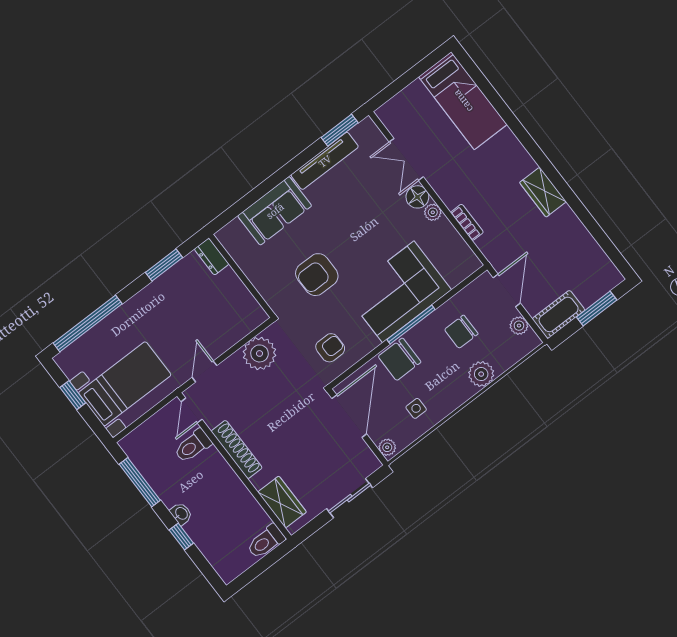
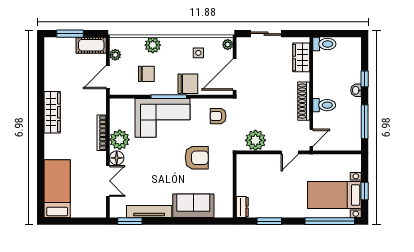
wardrobe: (543, 192) -> (52, 112), width x1.50
plant: (433, 212) -> (120, 140), width x1.88, depth x1.88
bookcase: (467, 222) -> (102, 133), width x1.56
bed with nightstands: (125, 384) -> (334, 195), moved
toilet: (193, 446) -> (324, 105), moved

